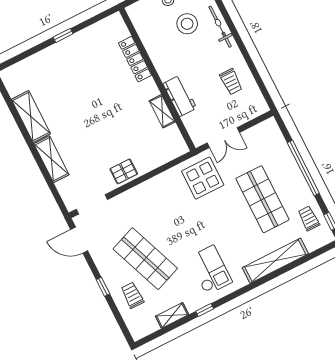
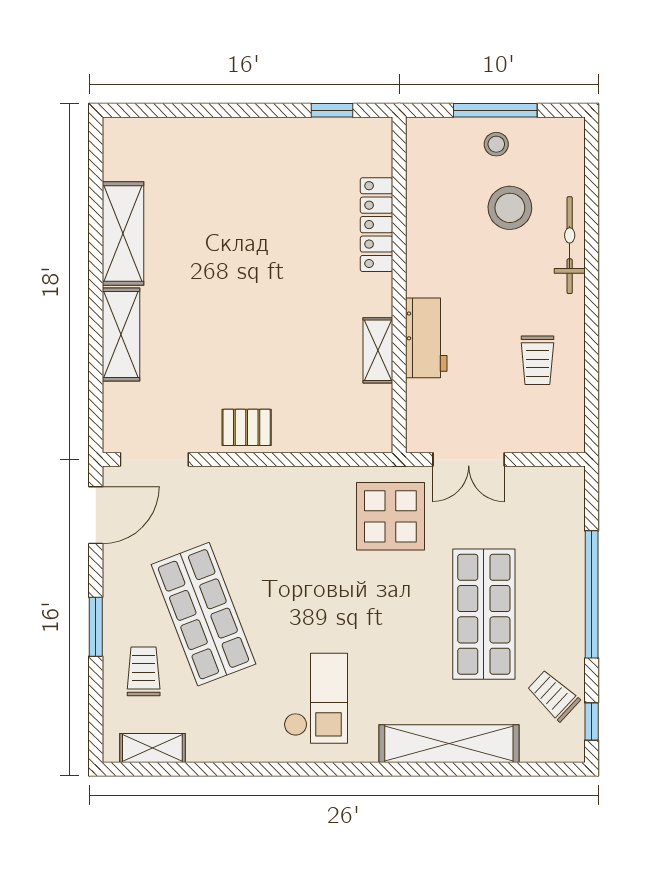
window: (63, 35) -> (332, 110), moved
trolley: (309, 218) -> (553, 695), turned -47
door: (79, 240) -> (96, 515), swing flipped
window: (103, 287) -> (96, 627), width x1.50
window: (205, 310) -> (267, 769), removed
shelving: (172, 315) -> (152, 748), moved

